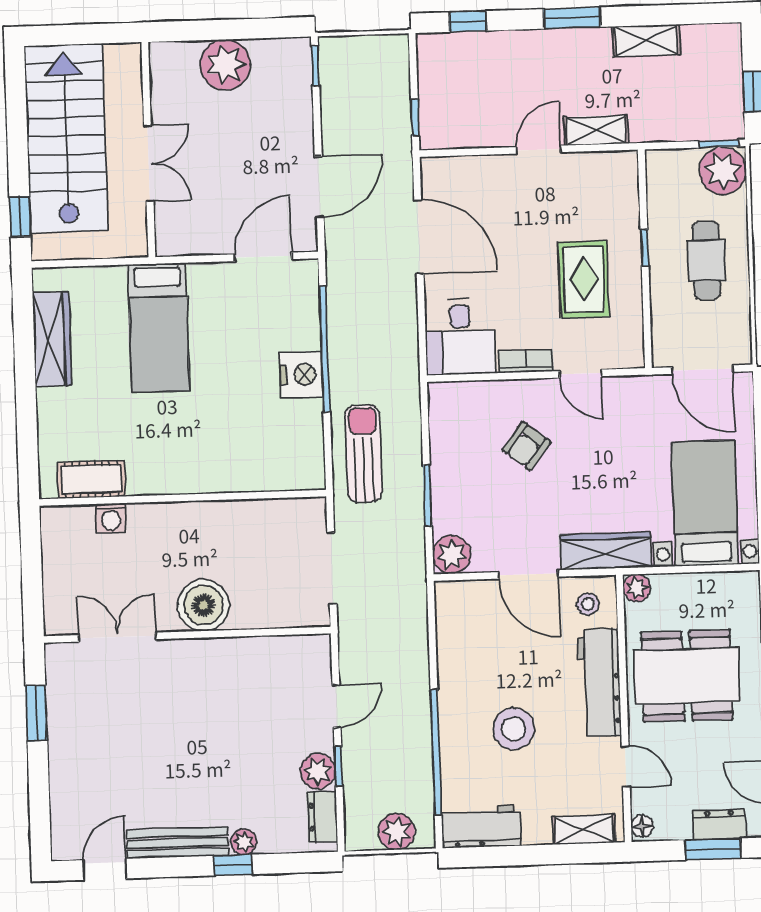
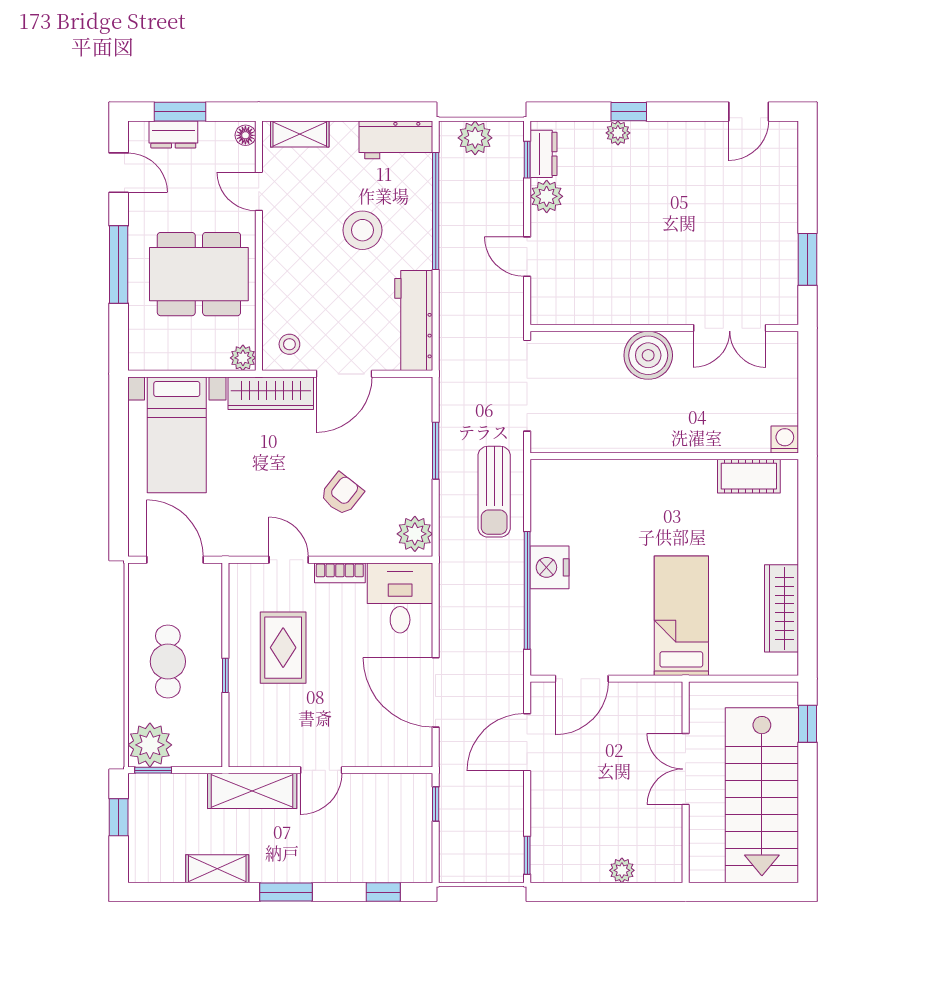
plant: (225, 65) -> (622, 870), width x0.53, depth x0.53
shelving: (596, 130) -> (252, 791), width x1.50, depth x1.33
washing machine: (111, 518) -> (785, 439), moved
plant: (452, 555) -> (415, 534), moved
doorway: (332, 568) -> (527, 386), width x1.36
door: (528, 574) -> (344, 374), swing flipped
workbench: (600, 682) -> (414, 320), moved, turned 180
door: (336, 706) -> (527, 257), hinge flipped
window: (338, 766) -> (527, 160), moved
bench: (178, 843) -> (680, 134), removed

